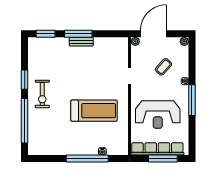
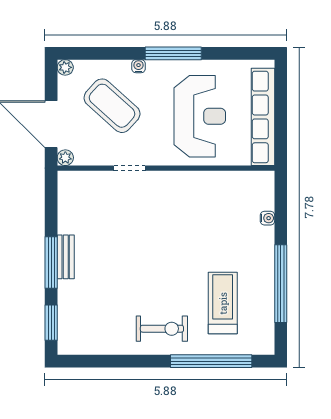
coffee table: (163, 67) -> (112, 106), width x1.86, depth x1.72
window: (25, 80) -> (136, 361), removed
treadmill: (94, 111) -> (223, 303), moved, width x0.73, depth x0.73
window: (87, 159) -> (281, 284), moved
window: (163, 159) -> (281, 107), removed

